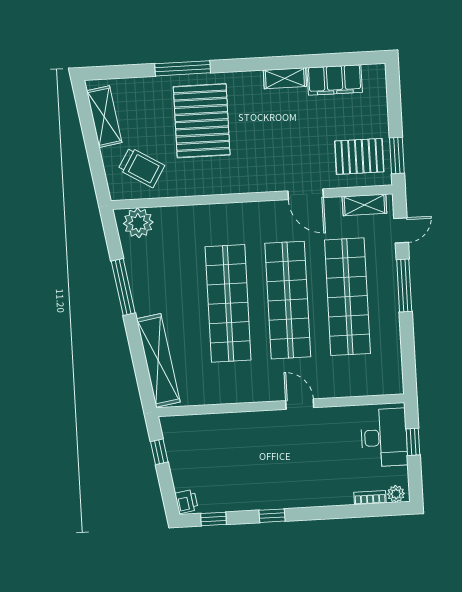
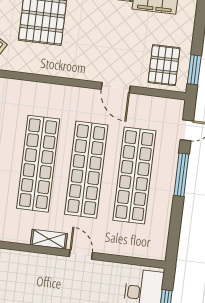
pallet: (359, 156) -> (164, 65), turned 90
shelving: (364, 205) -> (49, 239), moved

